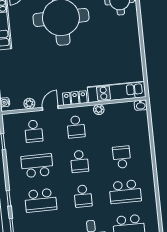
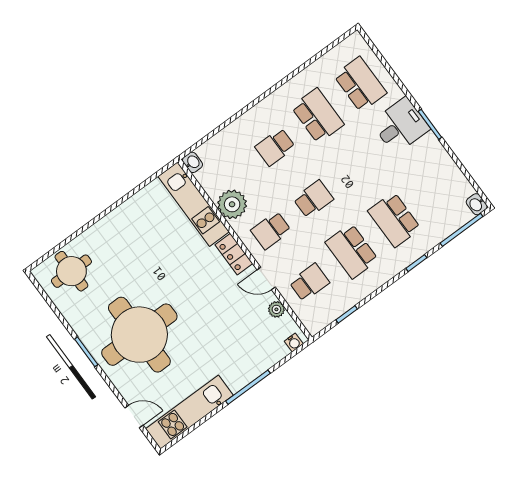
plant: (99, 110) -> (232, 204), width x1.88, depth x1.88
school desk: (76, 127) -> (271, 230), turned 180
school desk: (83, 196) -> (356, 168), removed
school desk: (41, 200) -> (394, 220), turned 180

